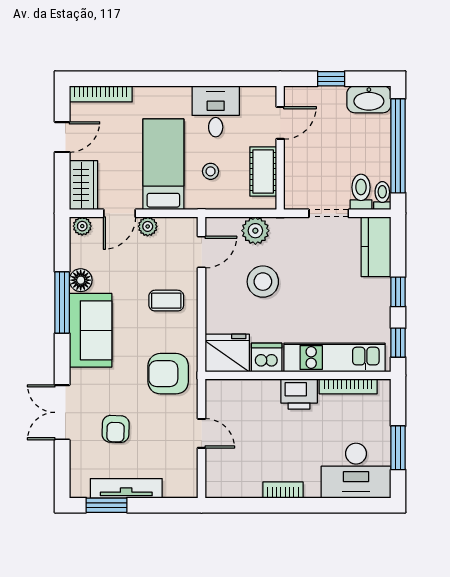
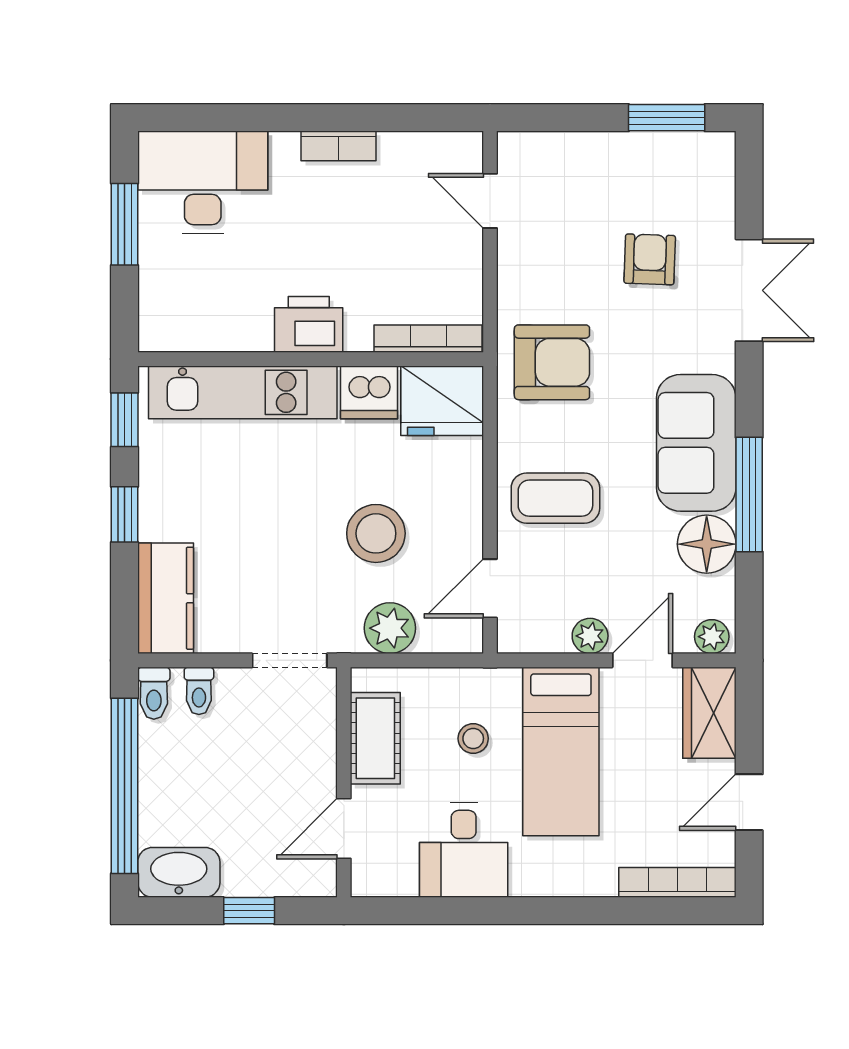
toilet: (361, 192) -> (199, 691), width x0.73, depth x0.72
doorway: (329, 213) -> (290, 660), moved
floor lamp: (81, 280) -> (707, 544), width x1.38, depth x1.38
coffee table: (166, 301) -> (555, 498), width x1.36, depth x1.30
bookcase: (348, 386) -> (428, 339), moved
door: (202, 433) -> (490, 201), moved
tv unit: (126, 488) -> (630, 149), removed

